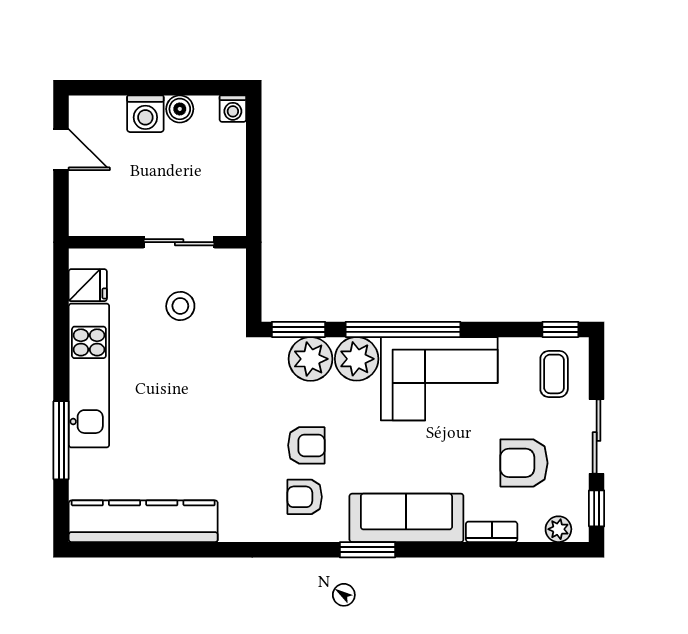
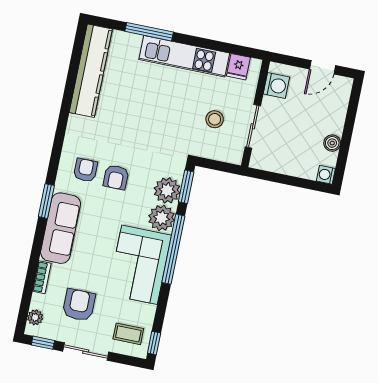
washing machine: (145, 114) -> (276, 86), moved, turned 180

